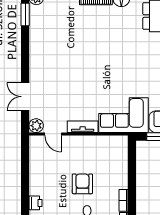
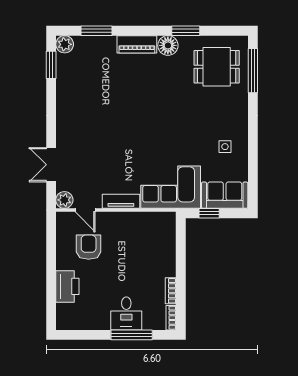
armchair: (82, 184) -> (89, 247), moved
printer: (35, 203) -> (67, 286), width x1.87, depth x1.48

